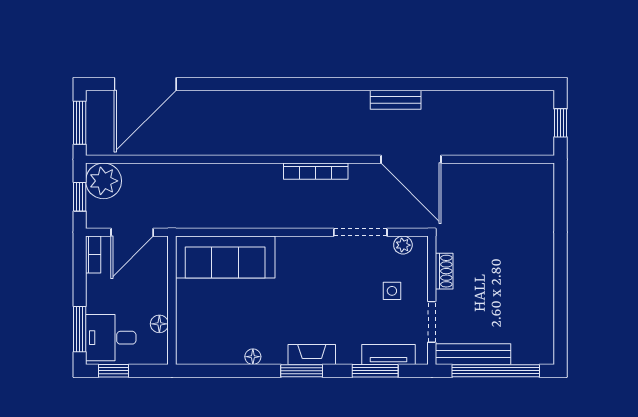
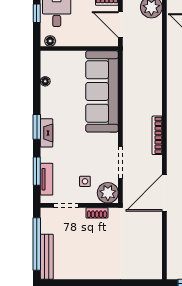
plant: (403, 245) -> (108, 193), width x1.87, depth x1.87
sofa: (225, 257) -> (102, 91), width x1.36, depth x1.27
floor lamp: (159, 324) -> (50, 41), moved
bench: (473, 354) -> (47, 257), moved
floor lamp: (253, 357) -> (45, 81), moved

